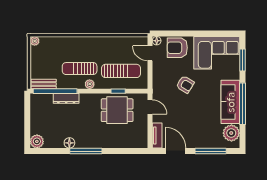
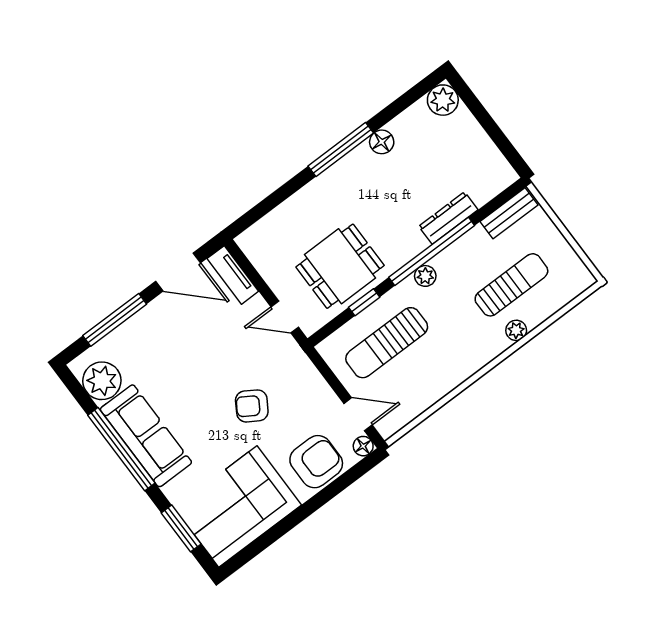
plant: (35, 41) -> (516, 330), moved
sun lounger: (80, 69) -> (511, 285), moved
window: (55, 91) -> (432, 251), moved

